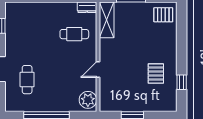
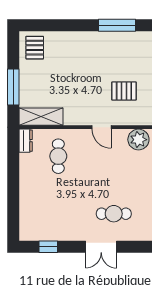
pallet: (156, 73) -> (124, 91), moved
window: (182, 82) -> (117, 25), width x2.17

